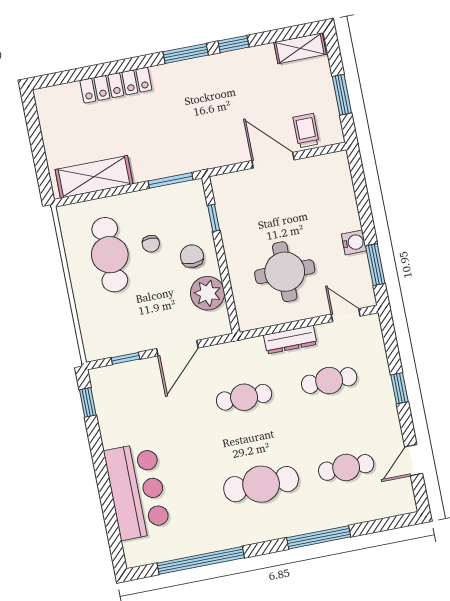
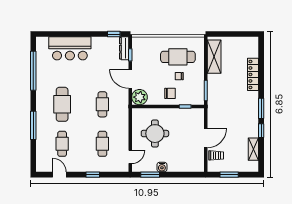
shelving: (300, 48) -> (253, 149), moved
plant: (207, 293) -> (139, 97), moved
dresser: (290, 340) -> (124, 48), moved

